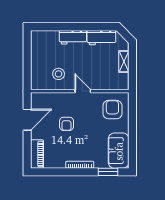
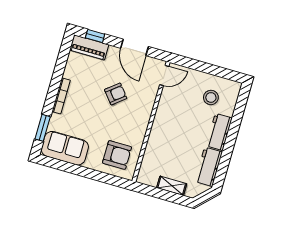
stool: (59, 74) -> (211, 97), moved
door: (83, 91) -> (164, 75), moved
armchair: (67, 124) -> (116, 94), turned 141
window: (27, 152) -> (95, 36), added

